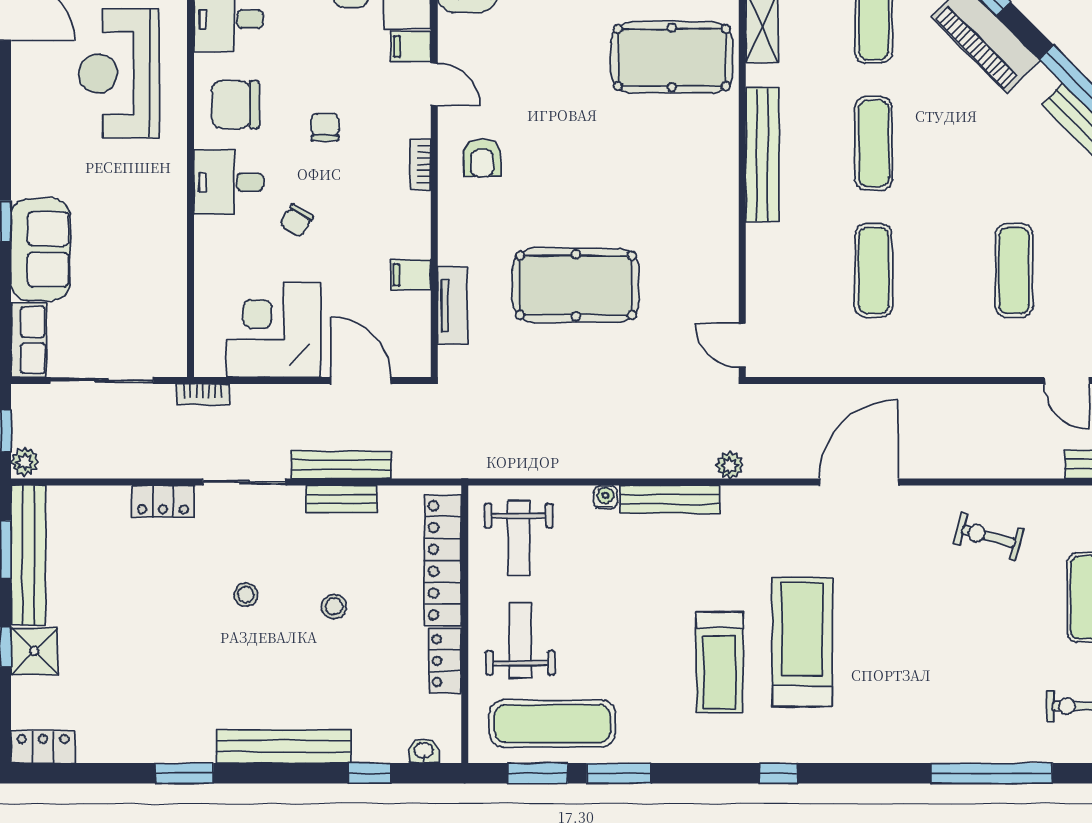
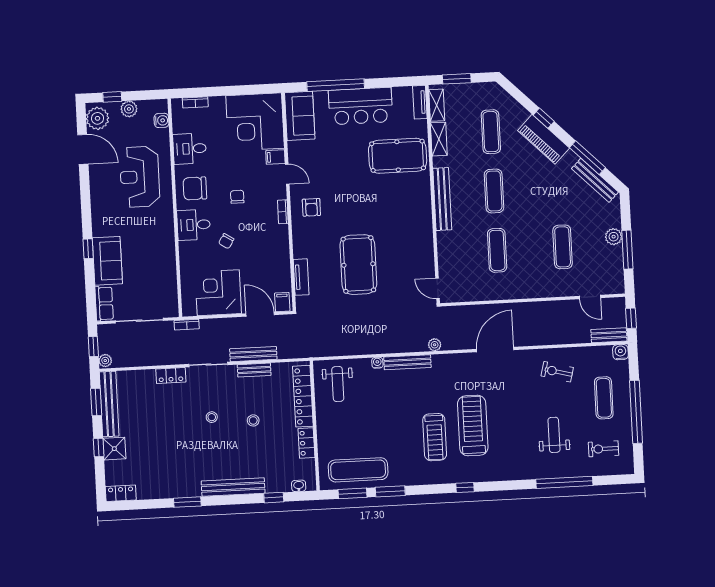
filing cabinet: (411, 275) -> (282, 302), moved, turned 90
pool table: (576, 285) -> (358, 265), turned 90
weight bench: (520, 640) -> (554, 435), moved

